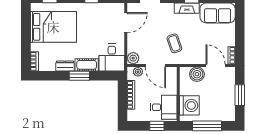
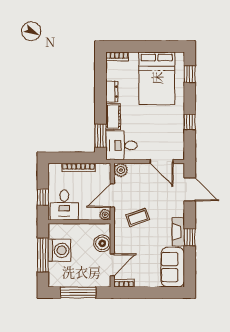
plant: (138, 72) -> (105, 215), moved
window: (79, 76) -> (100, 136), moved
window: (240, 95) -> (78, 293), width x1.44
washing machine: (189, 105) -> (59, 250), moved, turned -90

